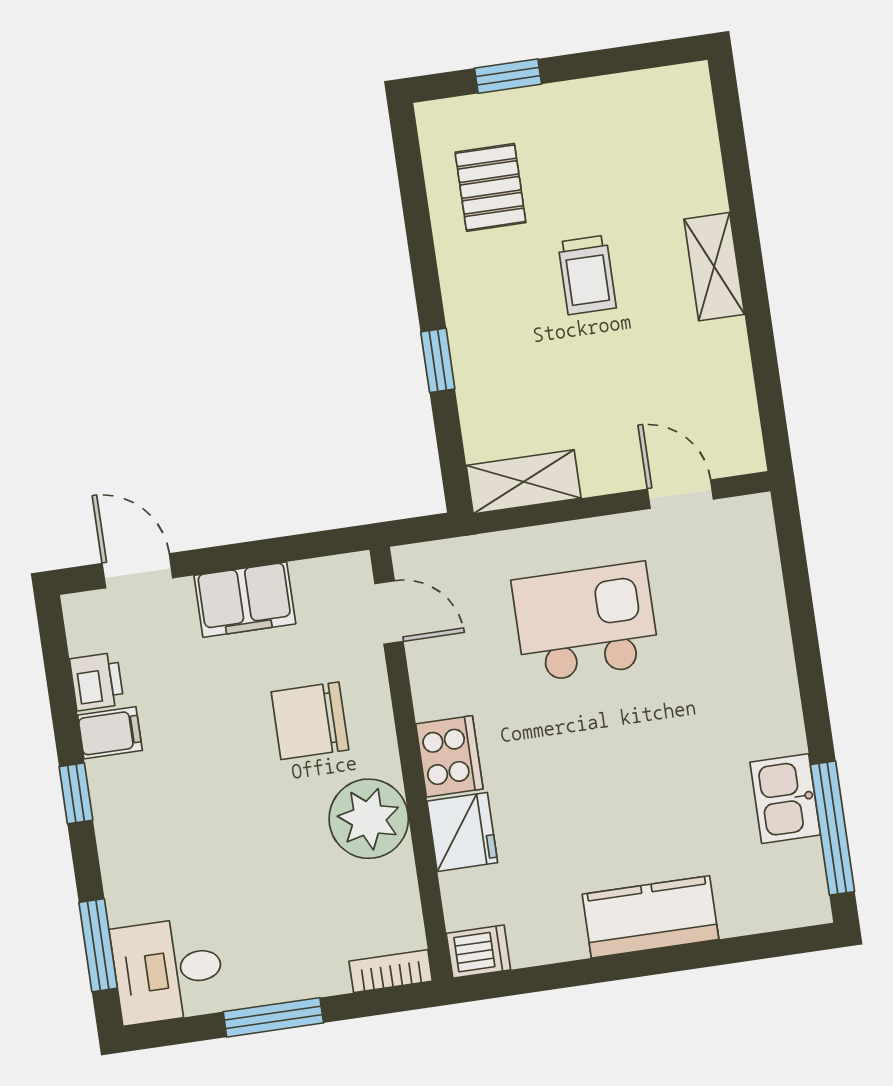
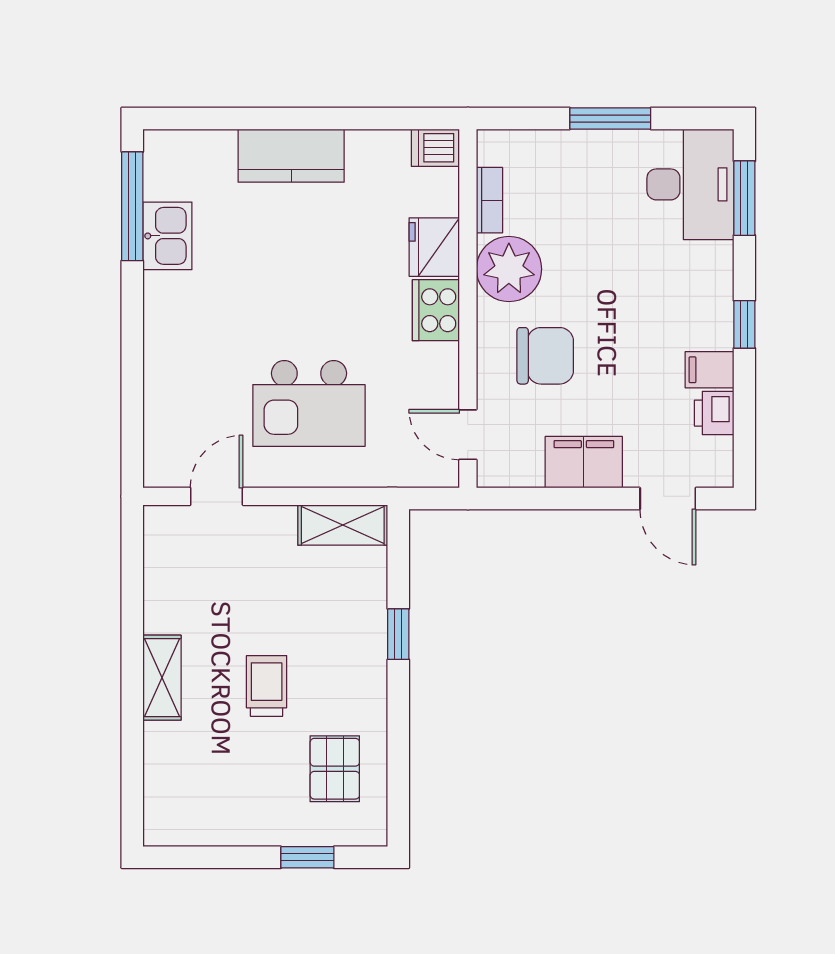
door: (680, 494) -> (217, 496), swing flipped
desk: (168, 970) -> (690, 184), width x1.37
bookcase: (391, 971) -> (489, 200), moved, turned -90

